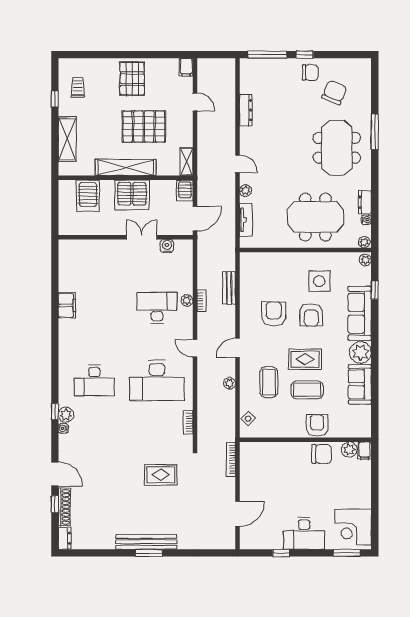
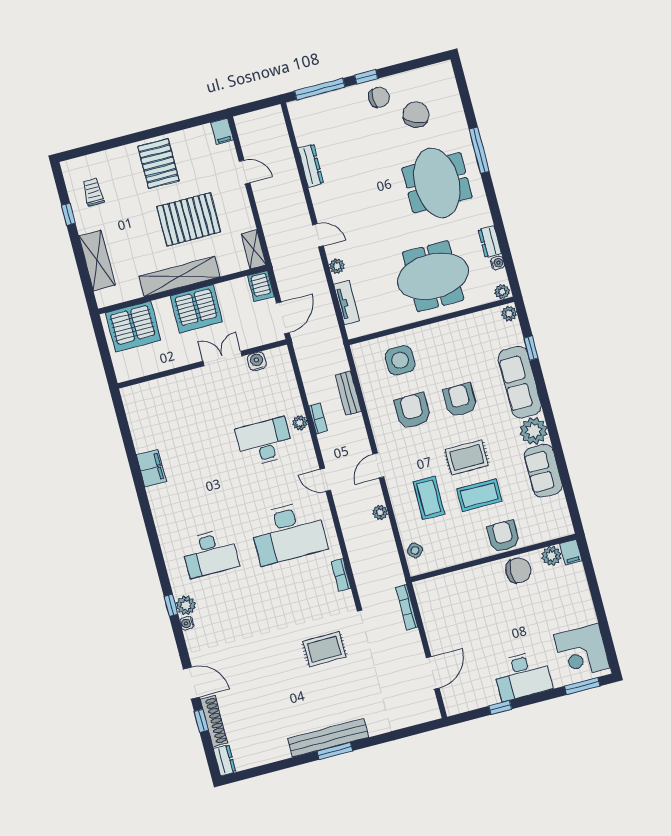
server rack: (88, 196) -> (133, 327), width x1.60
side table: (319, 281) -> (400, 360), moved
armchair: (311, 315) -> (460, 400), turned 180

